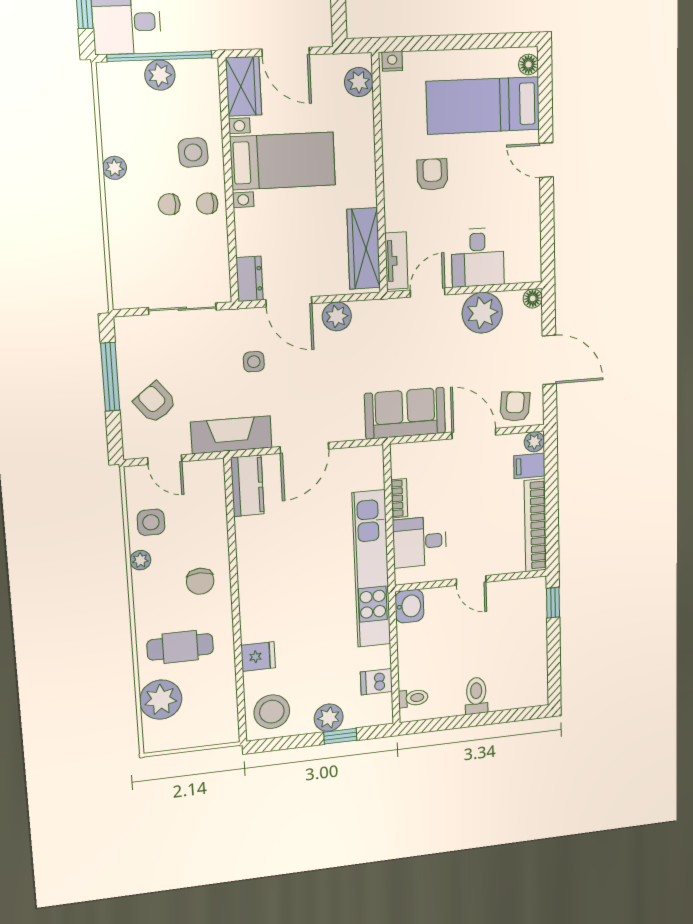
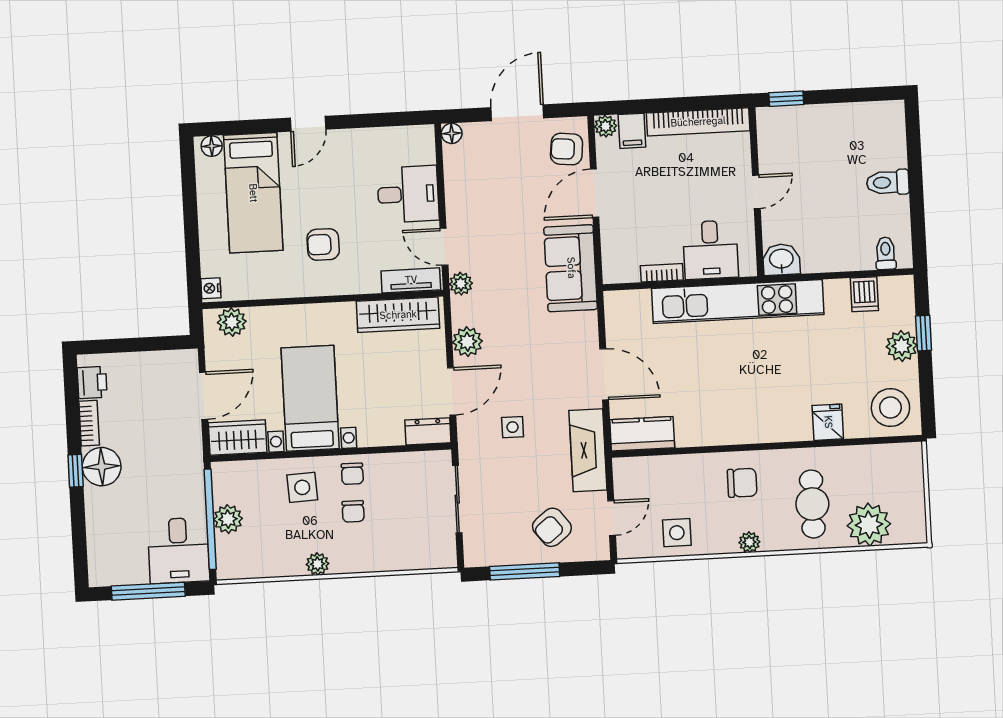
plant: (482, 313) -> (461, 284), moved, width x0.53, depth x0.53
plant: (140, 560) -> (749, 542), moved

